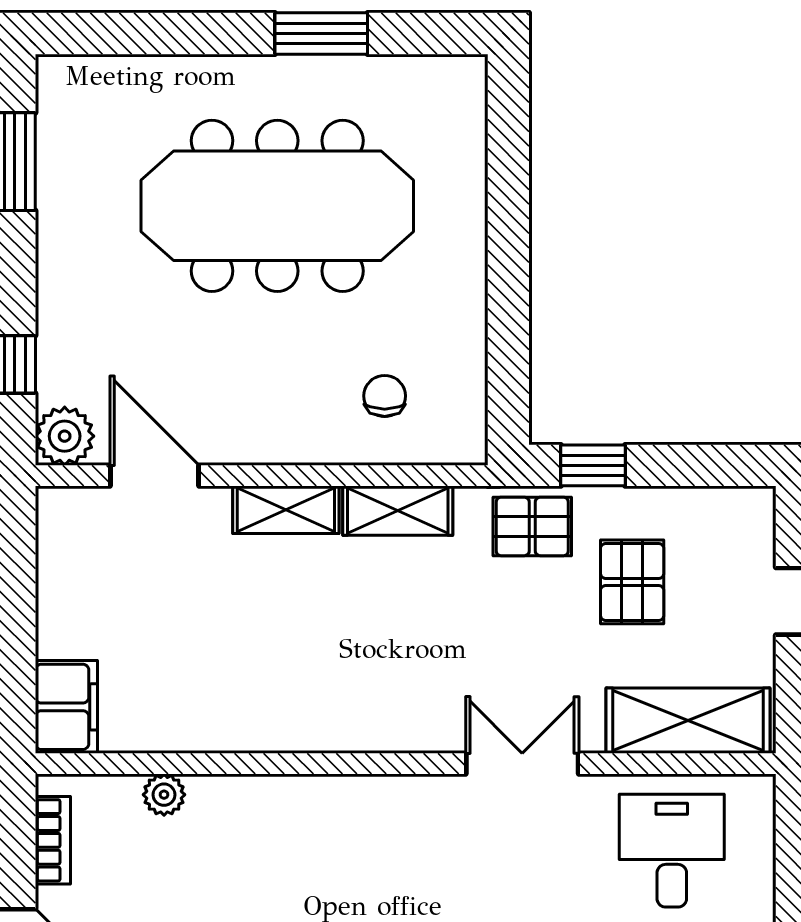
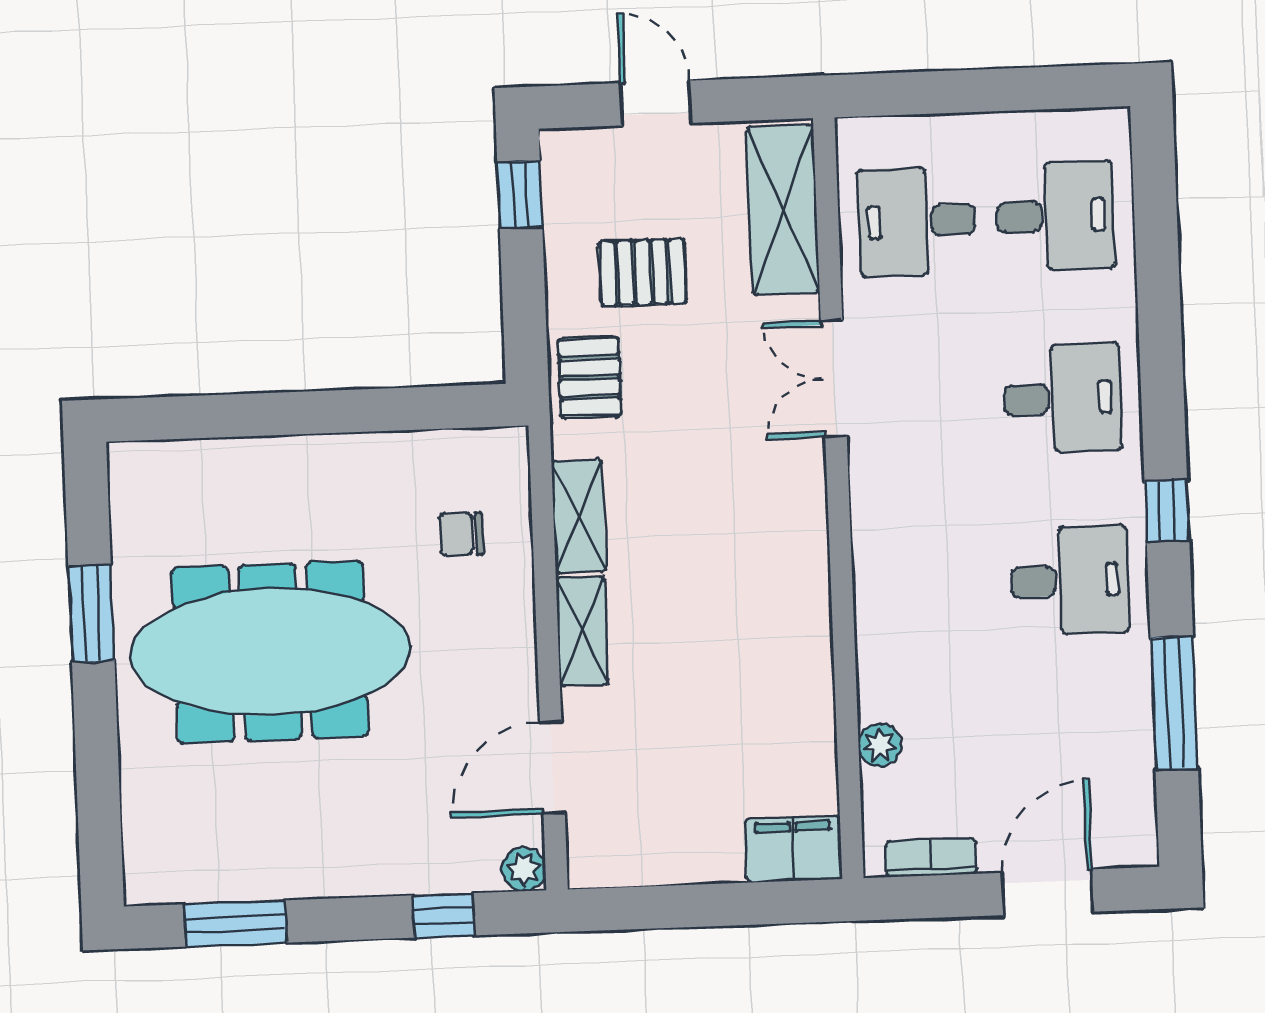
meeting table: (277, 206) -> (270, 652), turned 90
plant: (65, 436) -> (524, 869), width x0.73, depth x0.73
window: (593, 465) -> (520, 195), moved

